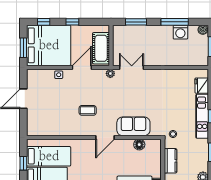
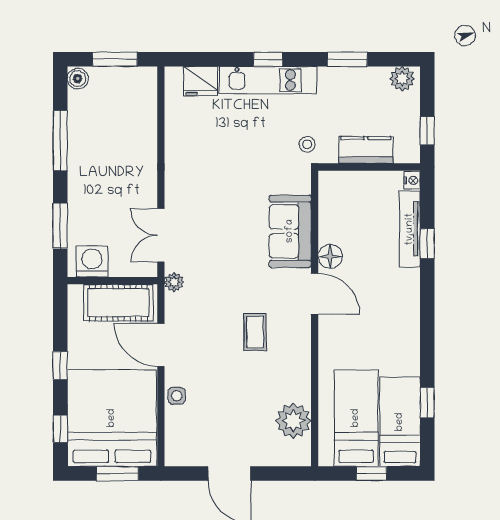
washing machine: (180, 32) -> (92, 261), moved, turned -90
plant: (47, 128) -> (293, 421), added
floor lamp: (139, 145) -> (330, 256), moved

